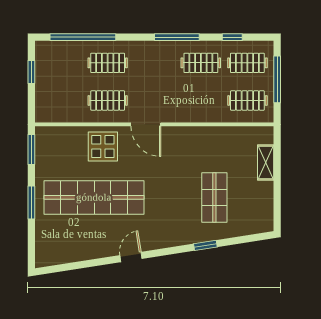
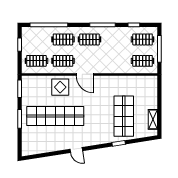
clothes rail: (201, 63) -> (89, 39), moved
clothes rail: (61, 100) -> (36, 61), added
shelving: (266, 163) -> (153, 119), moved
shop shelf: (214, 197) -> (124, 116), width x1.43, depth x1.36
door: (131, 257) -> (76, 150), swing flipped

